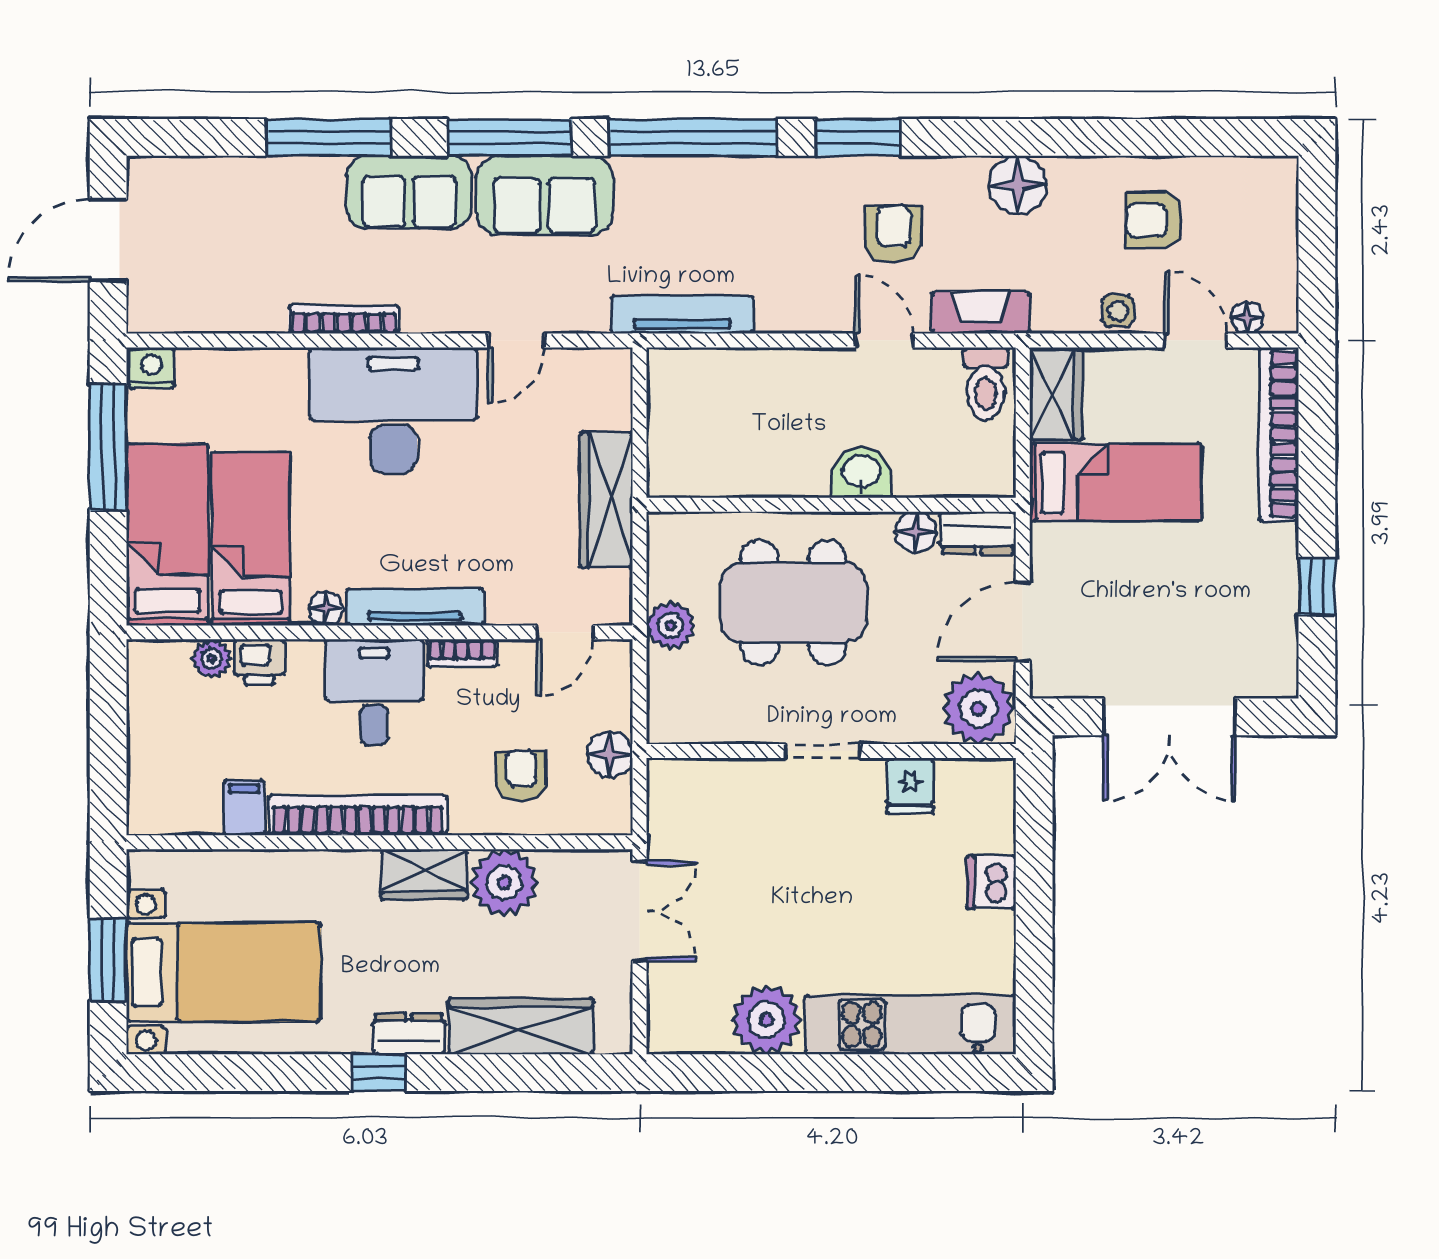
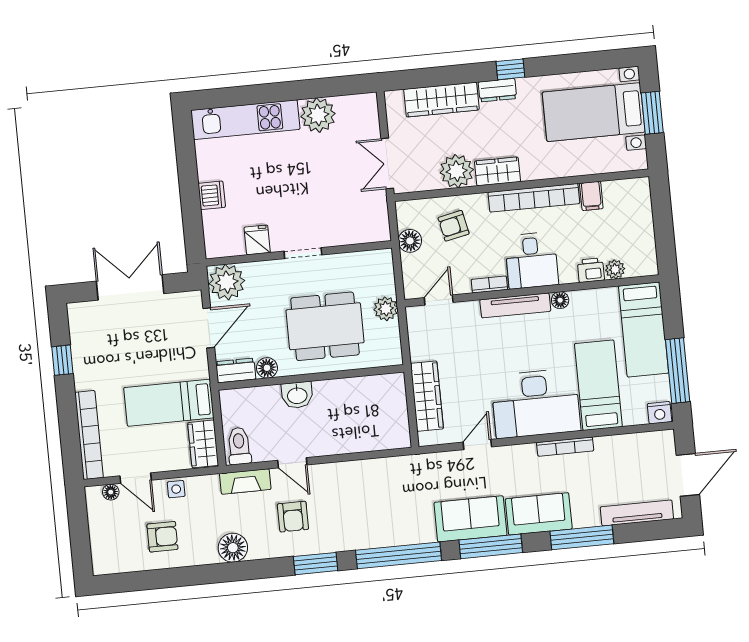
tv unit: (682, 314) -> (637, 513), moved, turned 180
wardrobe: (606, 500) -> (427, 396), moved
bed: (251, 539) -> (598, 385), moved, turned 180
armchair: (521, 776) -> (454, 226), turned 78

